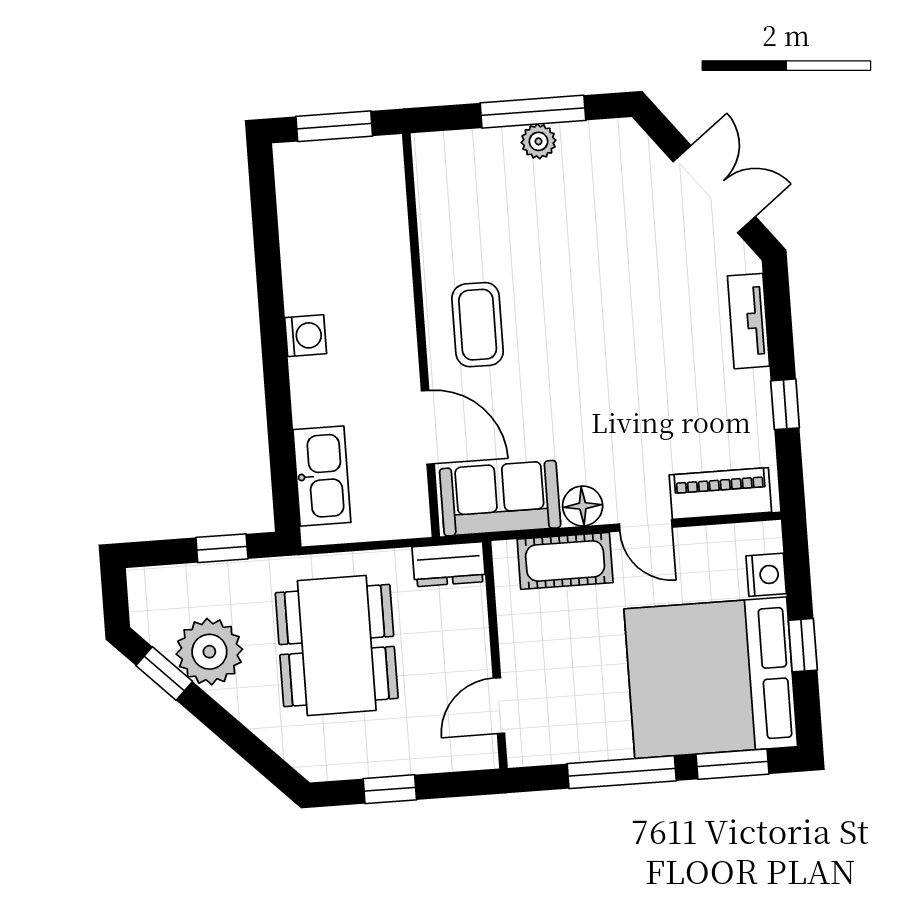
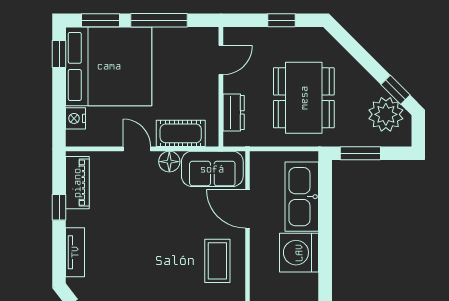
washing machine: (306, 336) -> (299, 253), width x1.89, depth x1.89
kitchen sink: (322, 476) -> (302, 197), width x1.36, depth x1.24
piano: (720, 493) -> (77, 183), moved, turned -90
window: (222, 548) -> (360, 153), width x1.50
dresser: (449, 564) -> (234, 112), moved, turned 90
window: (803, 645) -> (59, 54), moved
plant: (209, 652) -> (386, 114), moved

